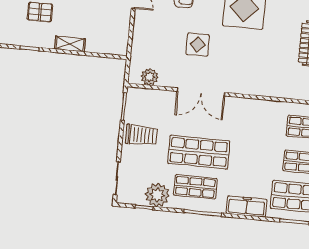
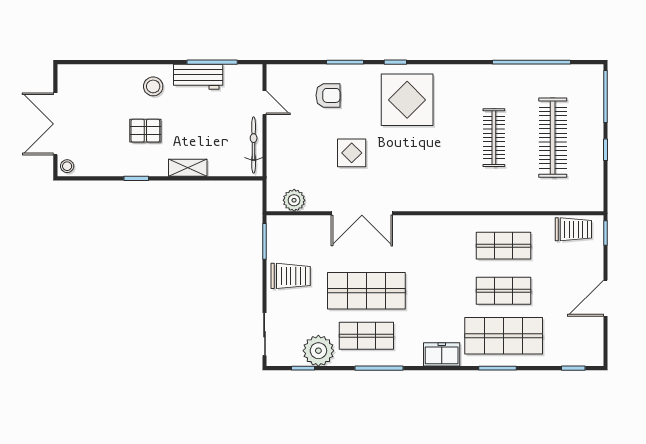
bicycle: (122, 31) -> (254, 145), added
freezer: (247, 206) -> (442, 354), width x0.71

